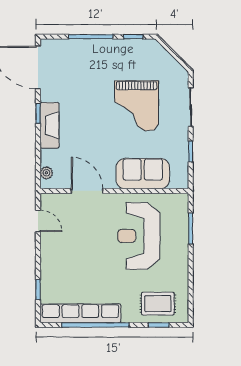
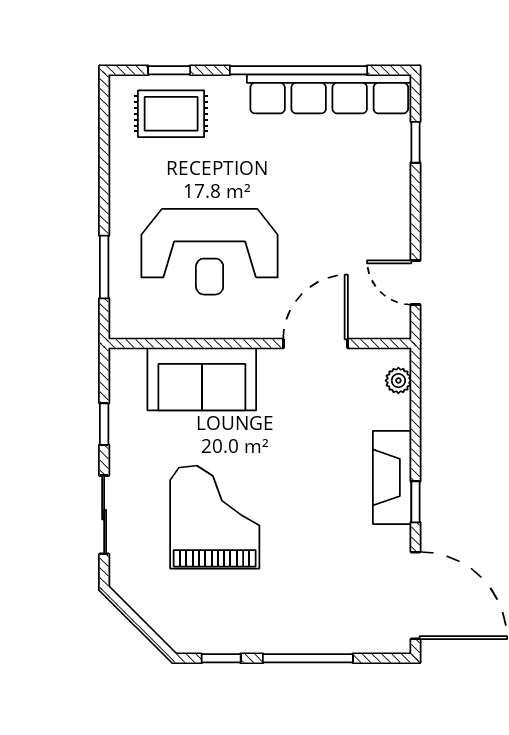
door: (87, 191) -> (315, 344), swing flipped
reception desk: (139, 236) -> (210, 252), turned 90

